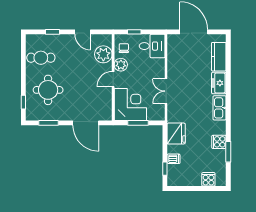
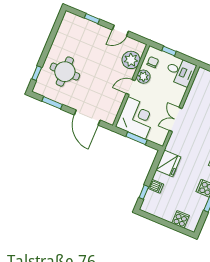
door: (83, 32) -> (120, 31), hinge flipped
cafe table: (41, 58) -> (71, 38), removed

